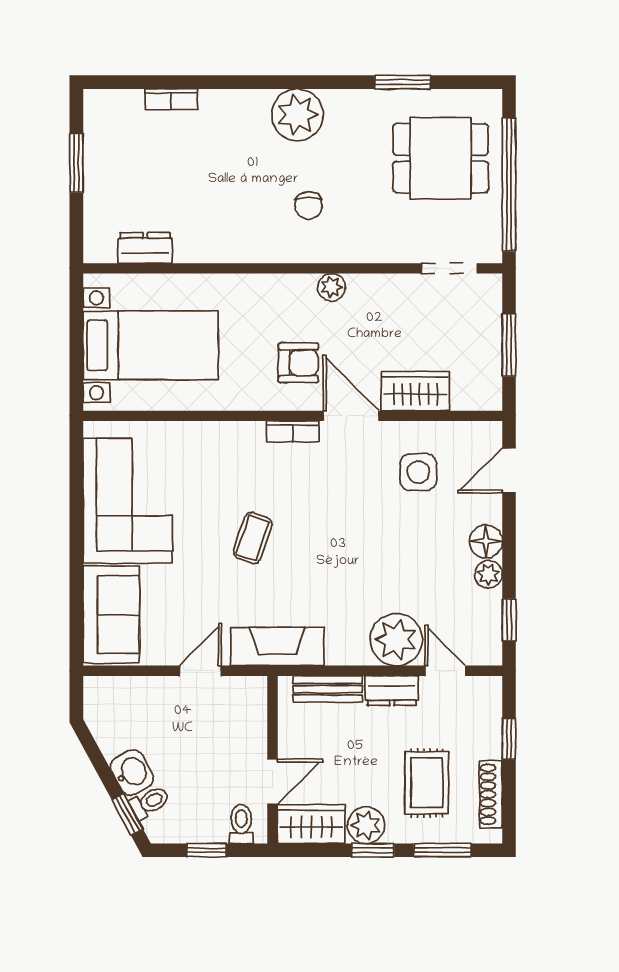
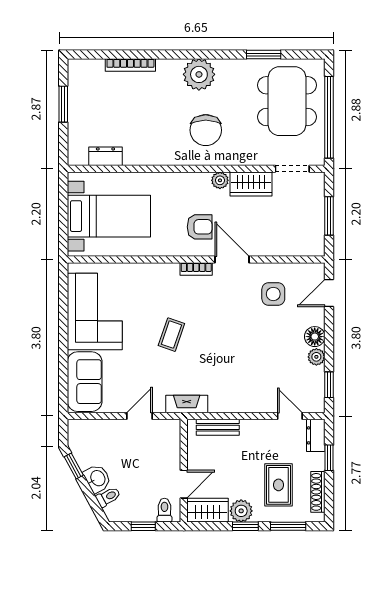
bookcase: (171, 99) -> (130, 65), width x1.56
dining table: (441, 158) -> (287, 101), width x1.37
chair: (308, 205) -> (206, 130), width x1.87, depth x1.87
wardrobe: (415, 391) -> (251, 184), moved, turned 180
plant: (396, 640) -> (260, 397), removed
fireplace: (277, 647) -> (187, 404), width x0.73, depth x0.76
dresser: (392, 691) -> (316, 435), moved, turned 90
window: (127, 815) -> (74, 466), moved

